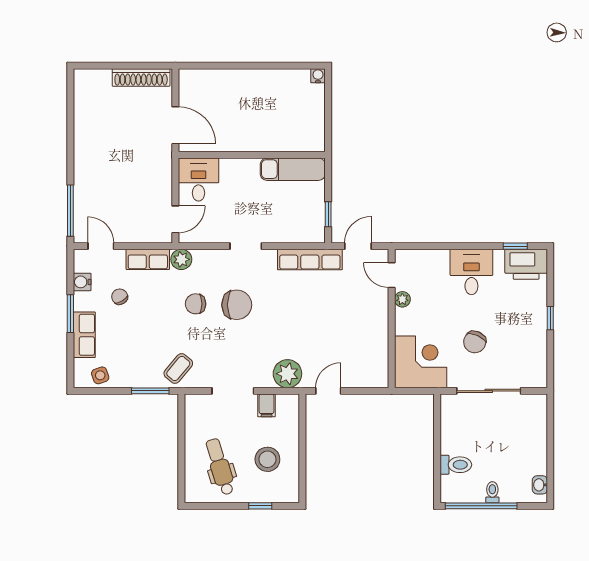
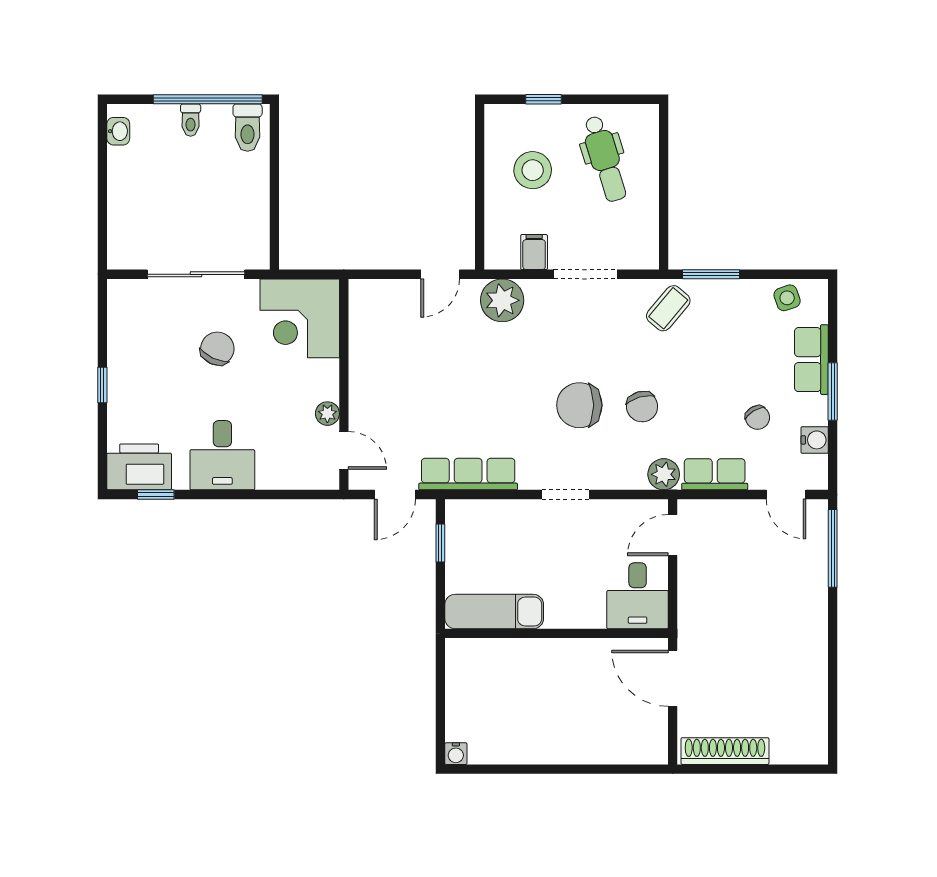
chair: (196, 304) -> (642, 407), turned 74
toilet: (456, 465) -> (248, 128), moved, turned -90

